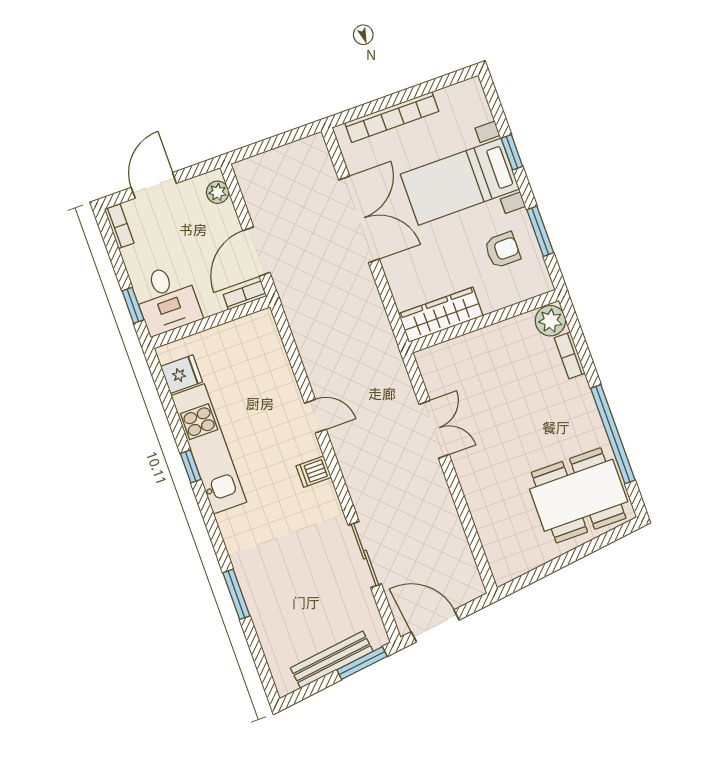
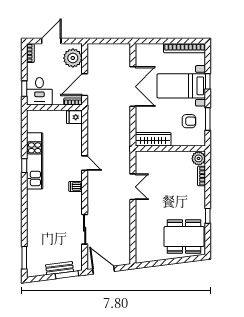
bookcase: (392, 117) -> (185, 48), moved
plant: (218, 192) -> (73, 58), width x1.88, depth x1.88
fridge: (182, 374) -> (74, 117), moved, turned 180
window: (613, 434) -> (208, 216), width x0.32
window: (236, 594) -> (24, 258), moved
bench: (332, 660) -> (60, 268), width x0.73

